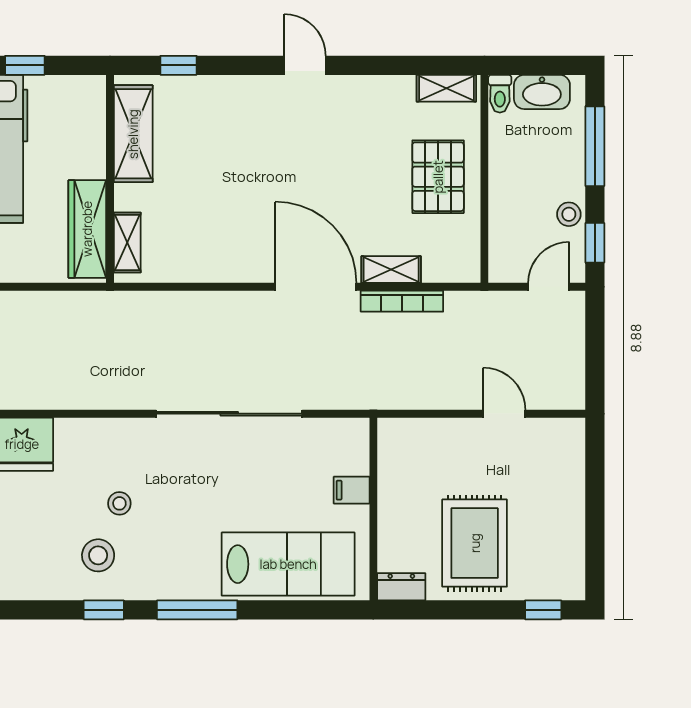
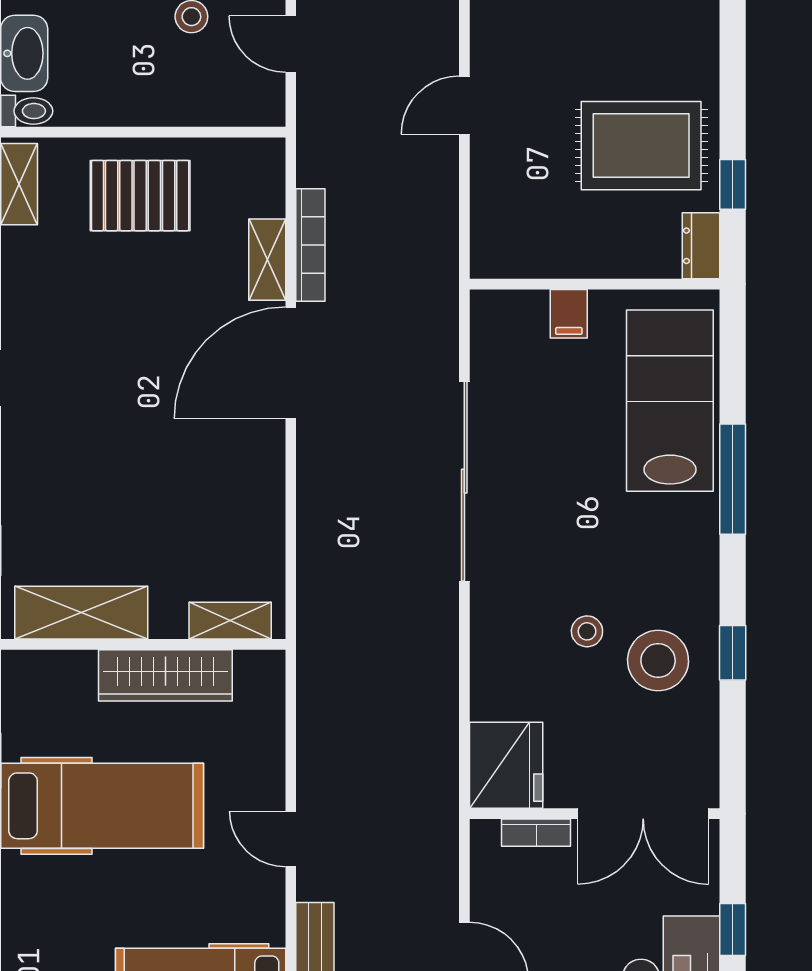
wardrobe: (87, 229) -> (165, 675), moved
stool: (98, 555) -> (658, 661), width x1.38, depth x1.38
window: (197, 610) -> (733, 479), moved
window: (543, 610) -> (733, 184), moved

